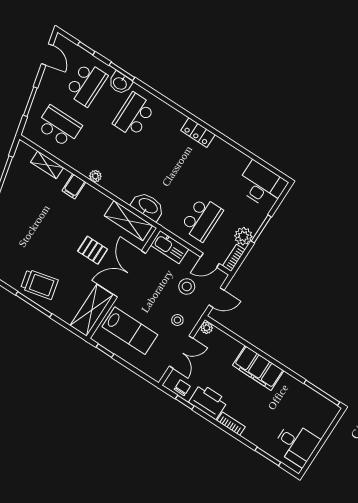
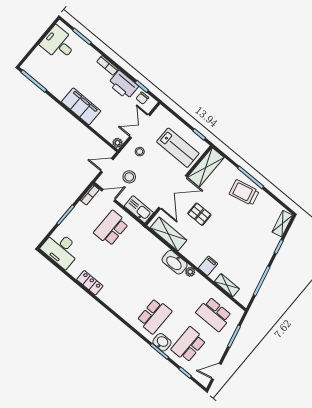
door: (47, 54) -> (216, 372), hinge flipped
locker: (198, 133) -> (90, 283), moved
washbasin: (148, 206) -> (175, 262), moved
plant: (243, 236) -> (80, 211), removed
lab bench: (130, 331) -> (178, 148), turned 180

